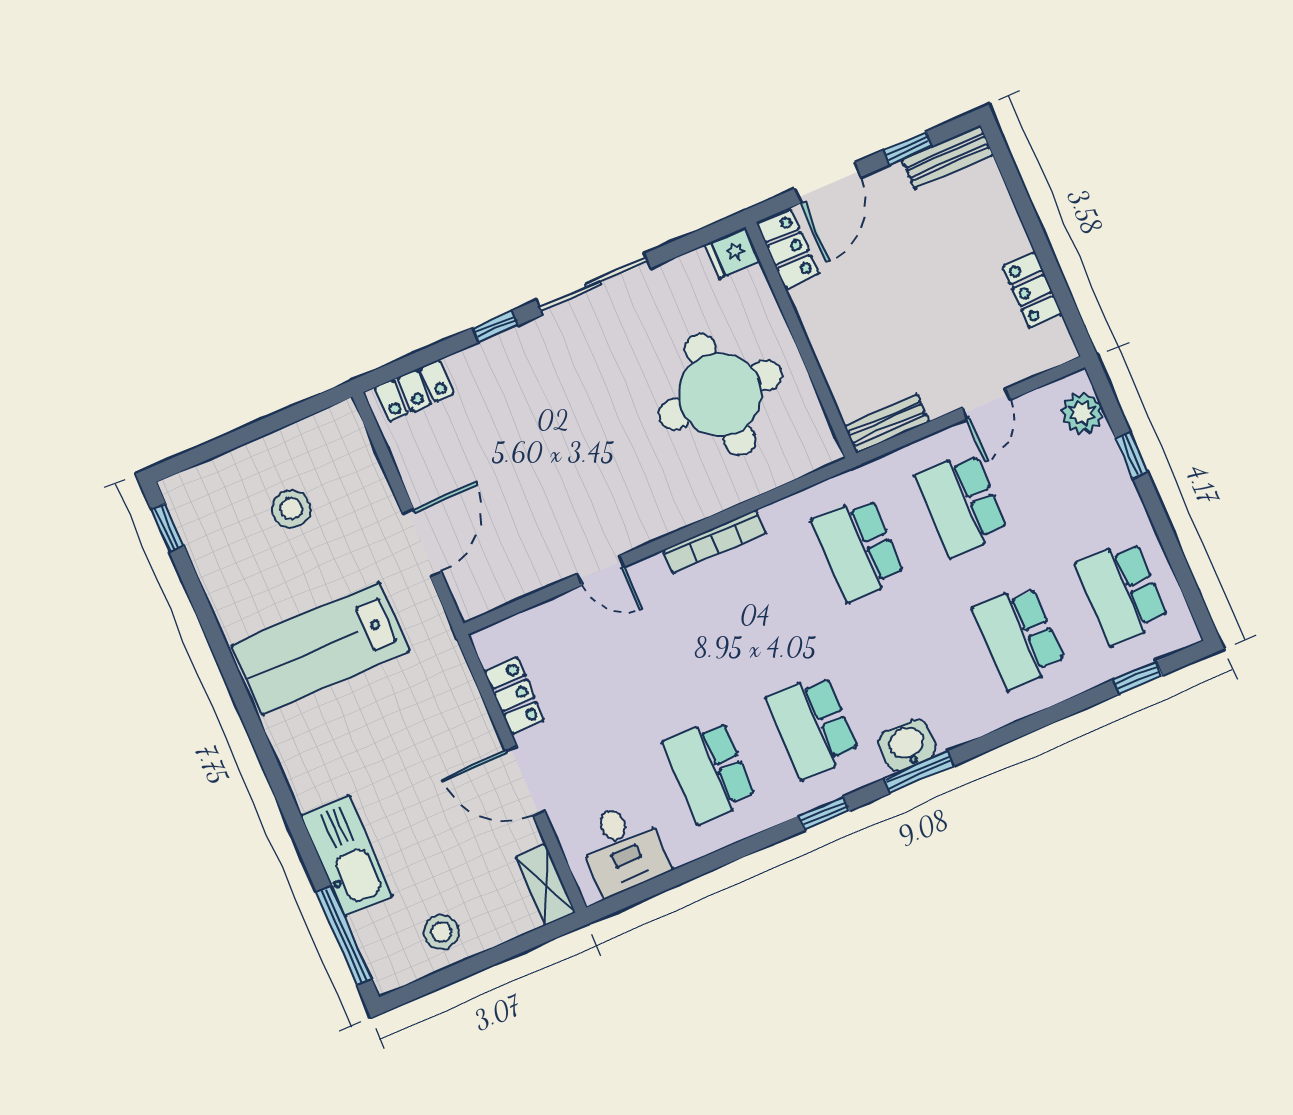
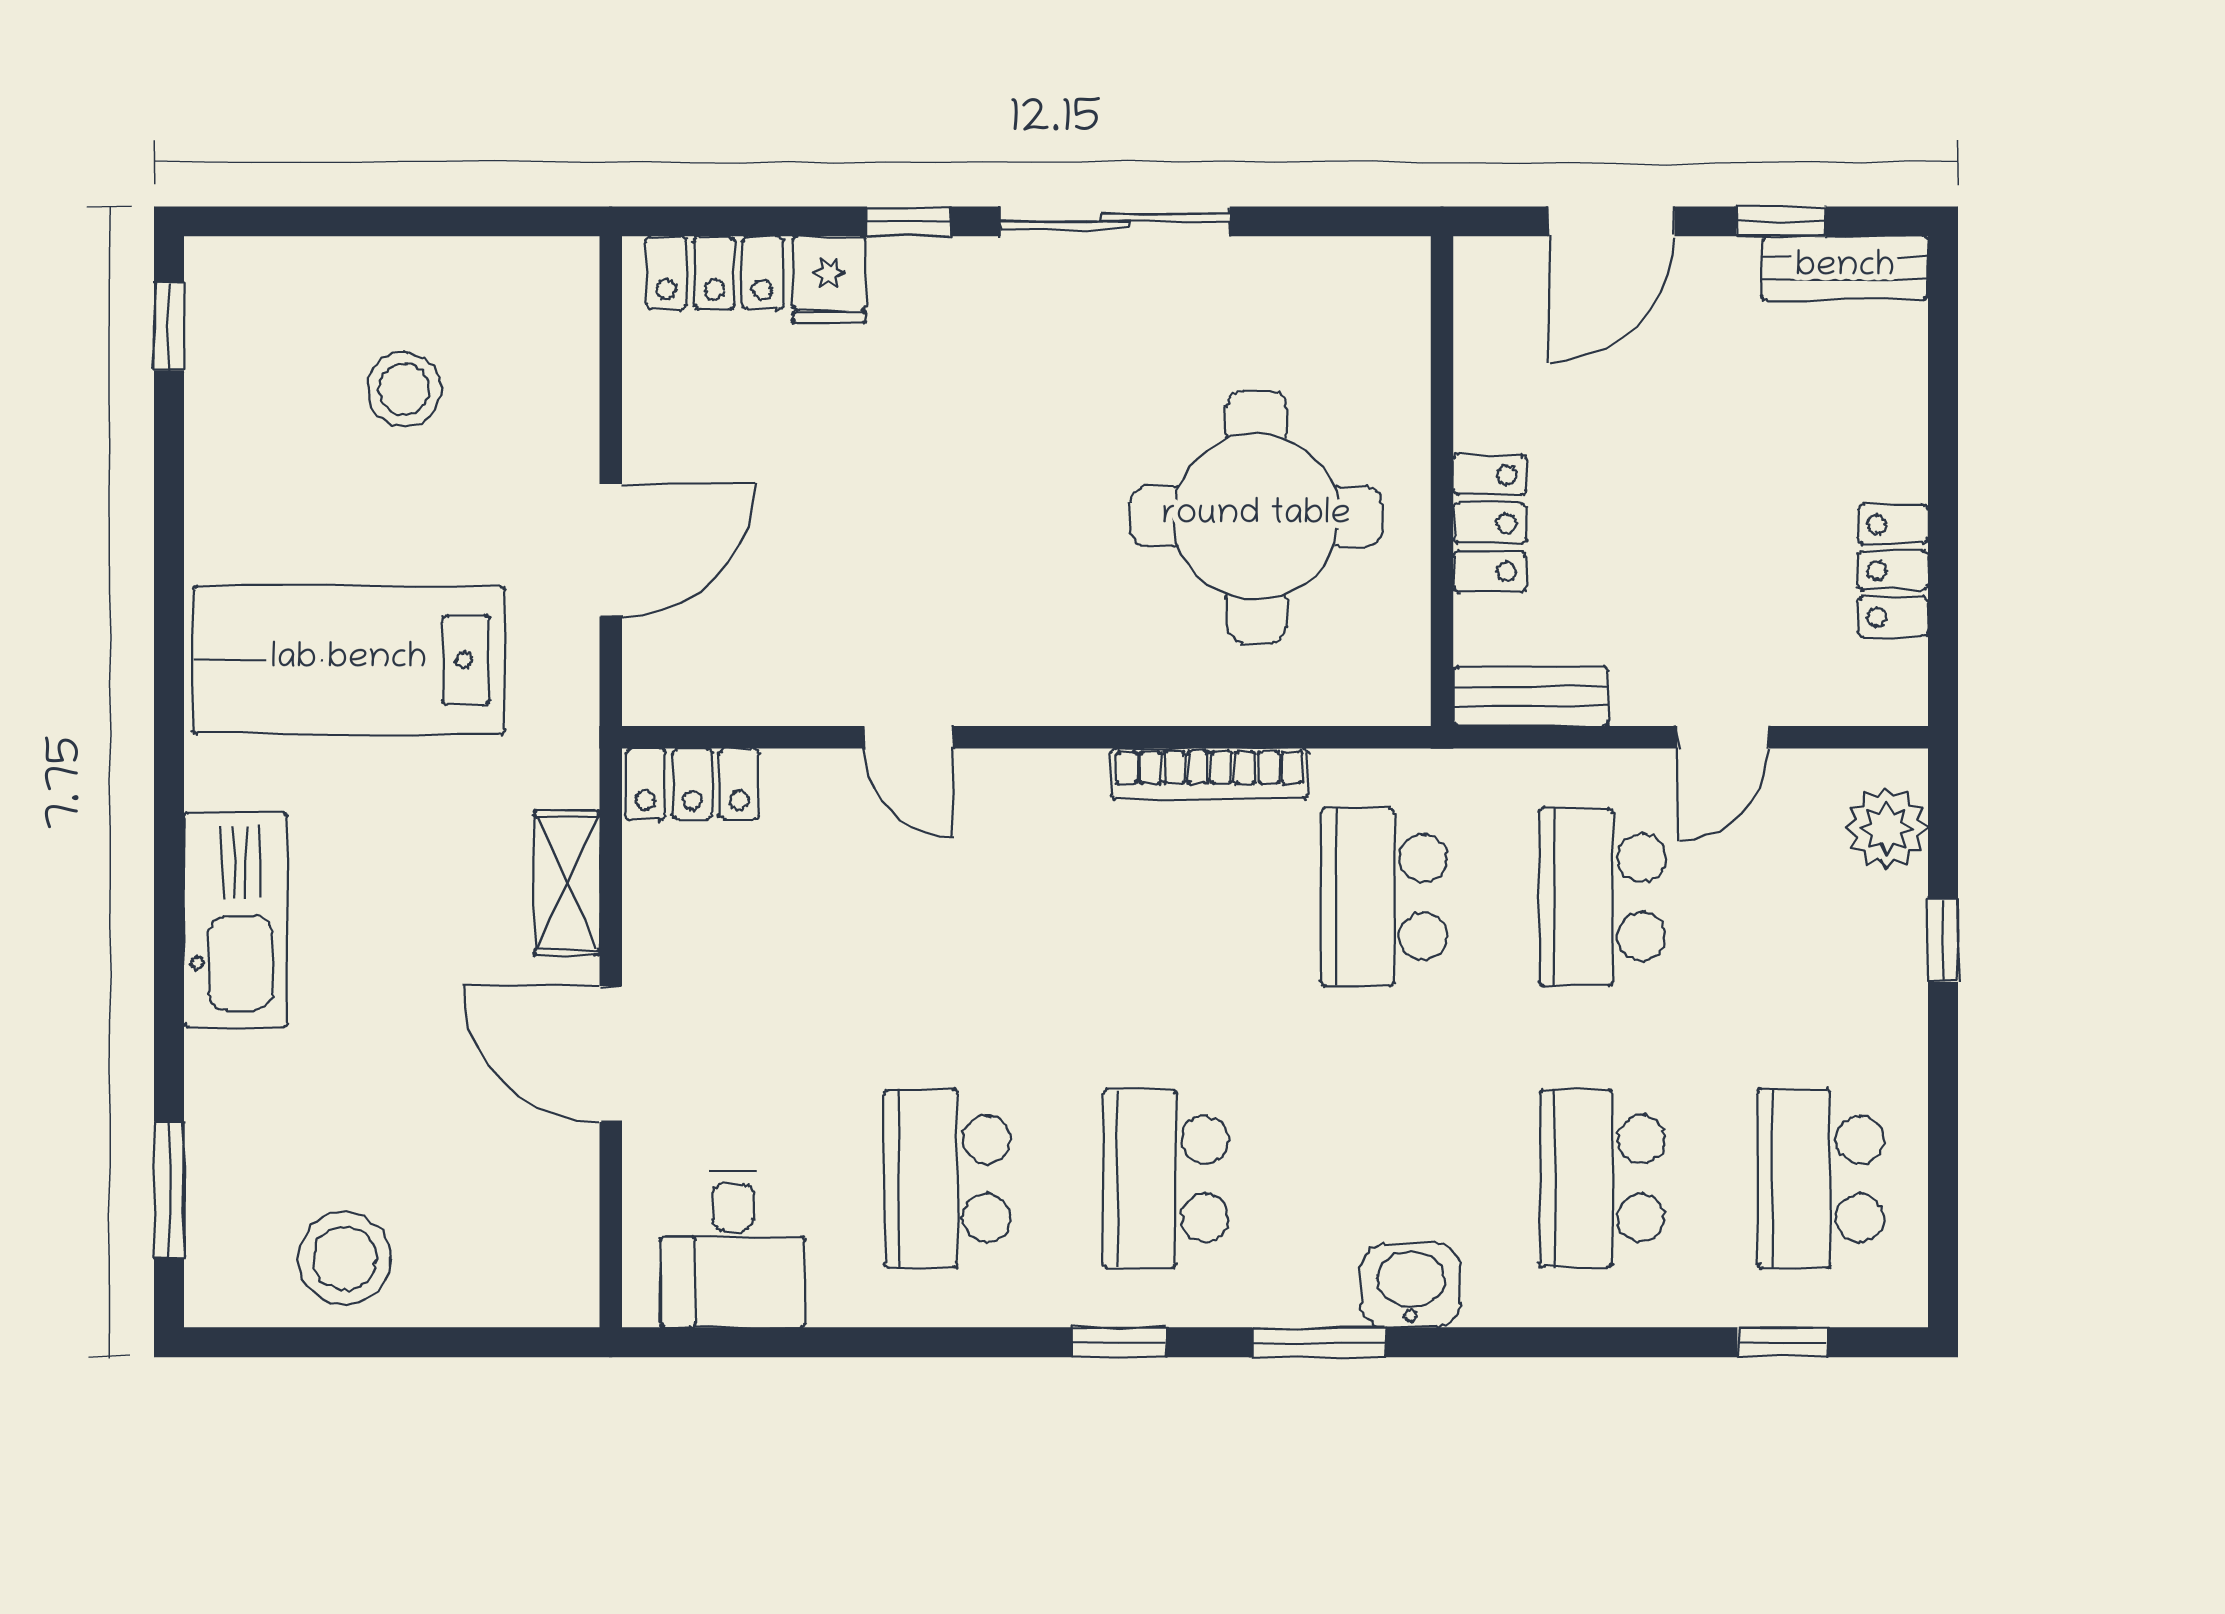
locker: (788, 249) -> (1490, 523), moved
fridge: (732, 253) -> (829, 280), moved, turned -90
bookcase: (715, 542) -> (1210, 774), moved
locker: (514, 696) -> (692, 784), moved, turned 90
washbasin: (907, 745) -> (1411, 1285), moved
kitchen sink: (347, 856) -> (235, 920), moved
shelving: (546, 885) -> (567, 883), moved
stool: (441, 932) -> (345, 1258), width x1.38, depth x1.38
window: (344, 935) -> (169, 1190), width x0.69

